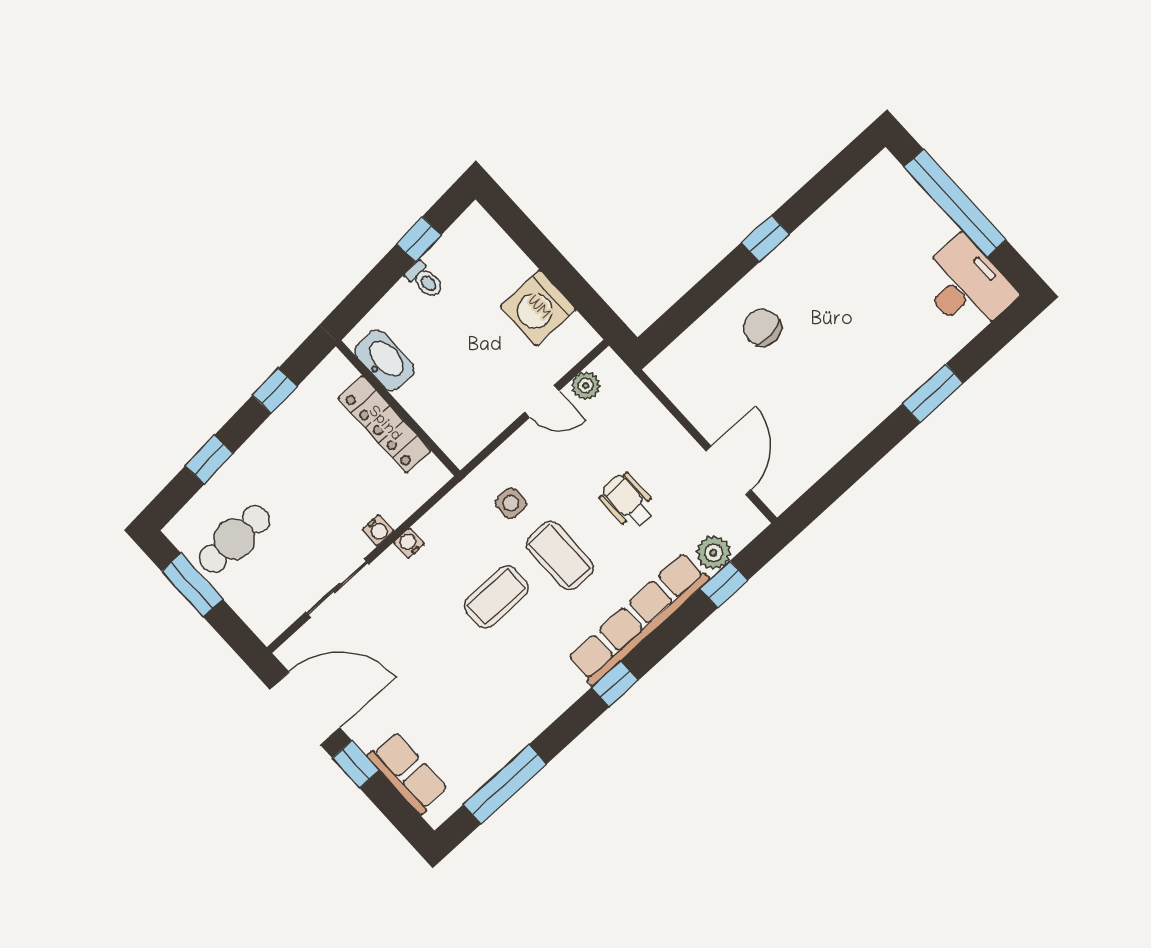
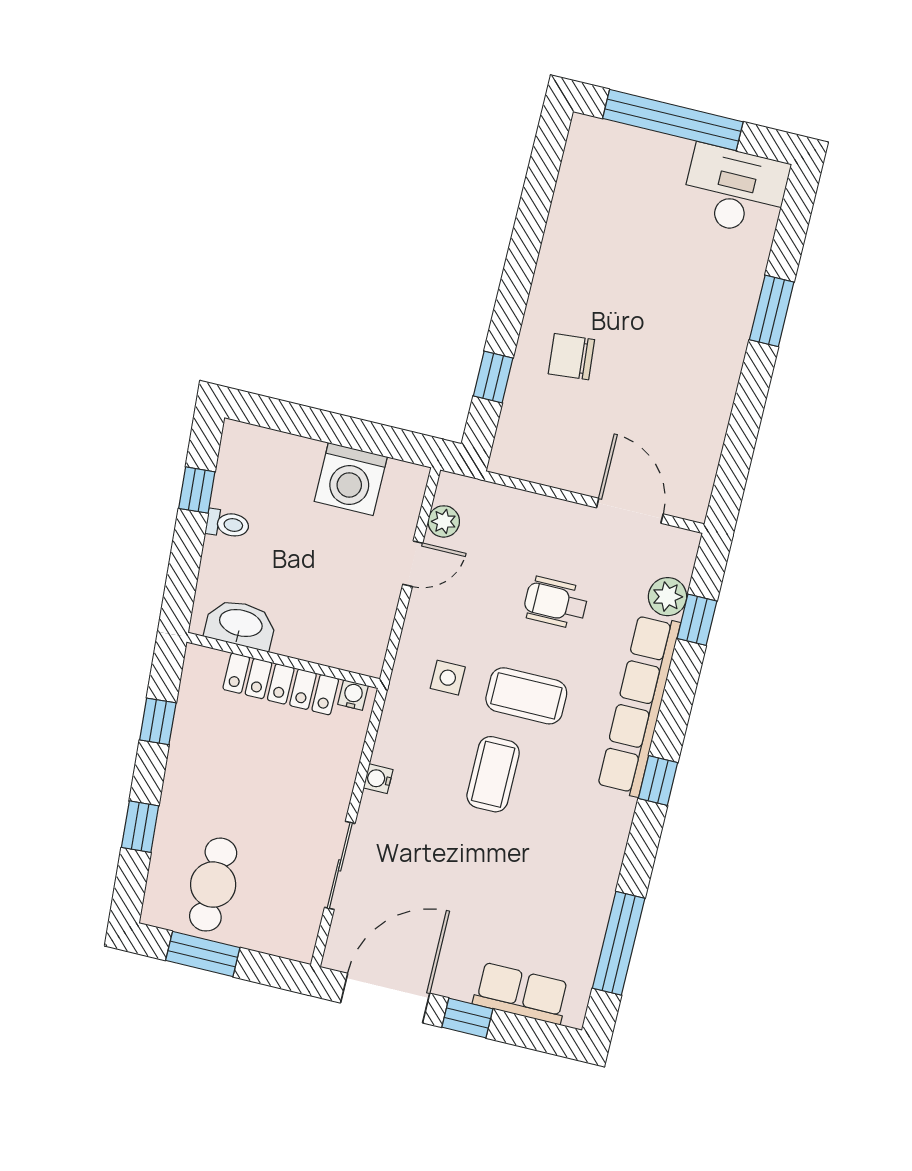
window: (765, 238) -> (493, 377), moved
water cooler: (378, 530) -> (353, 695), moved, turned -90

